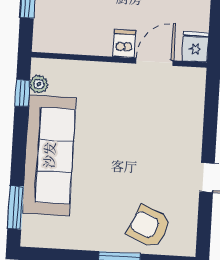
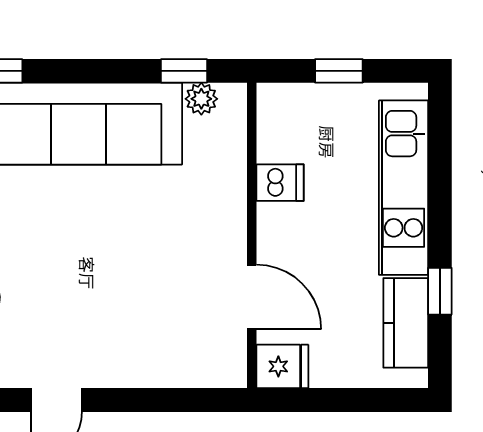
dishwasher: (124, 44) -> (280, 183), moved

